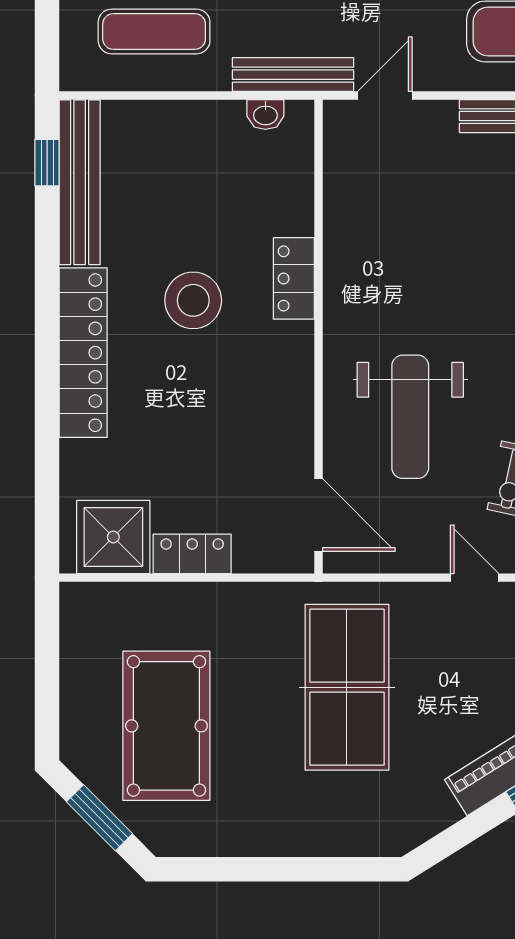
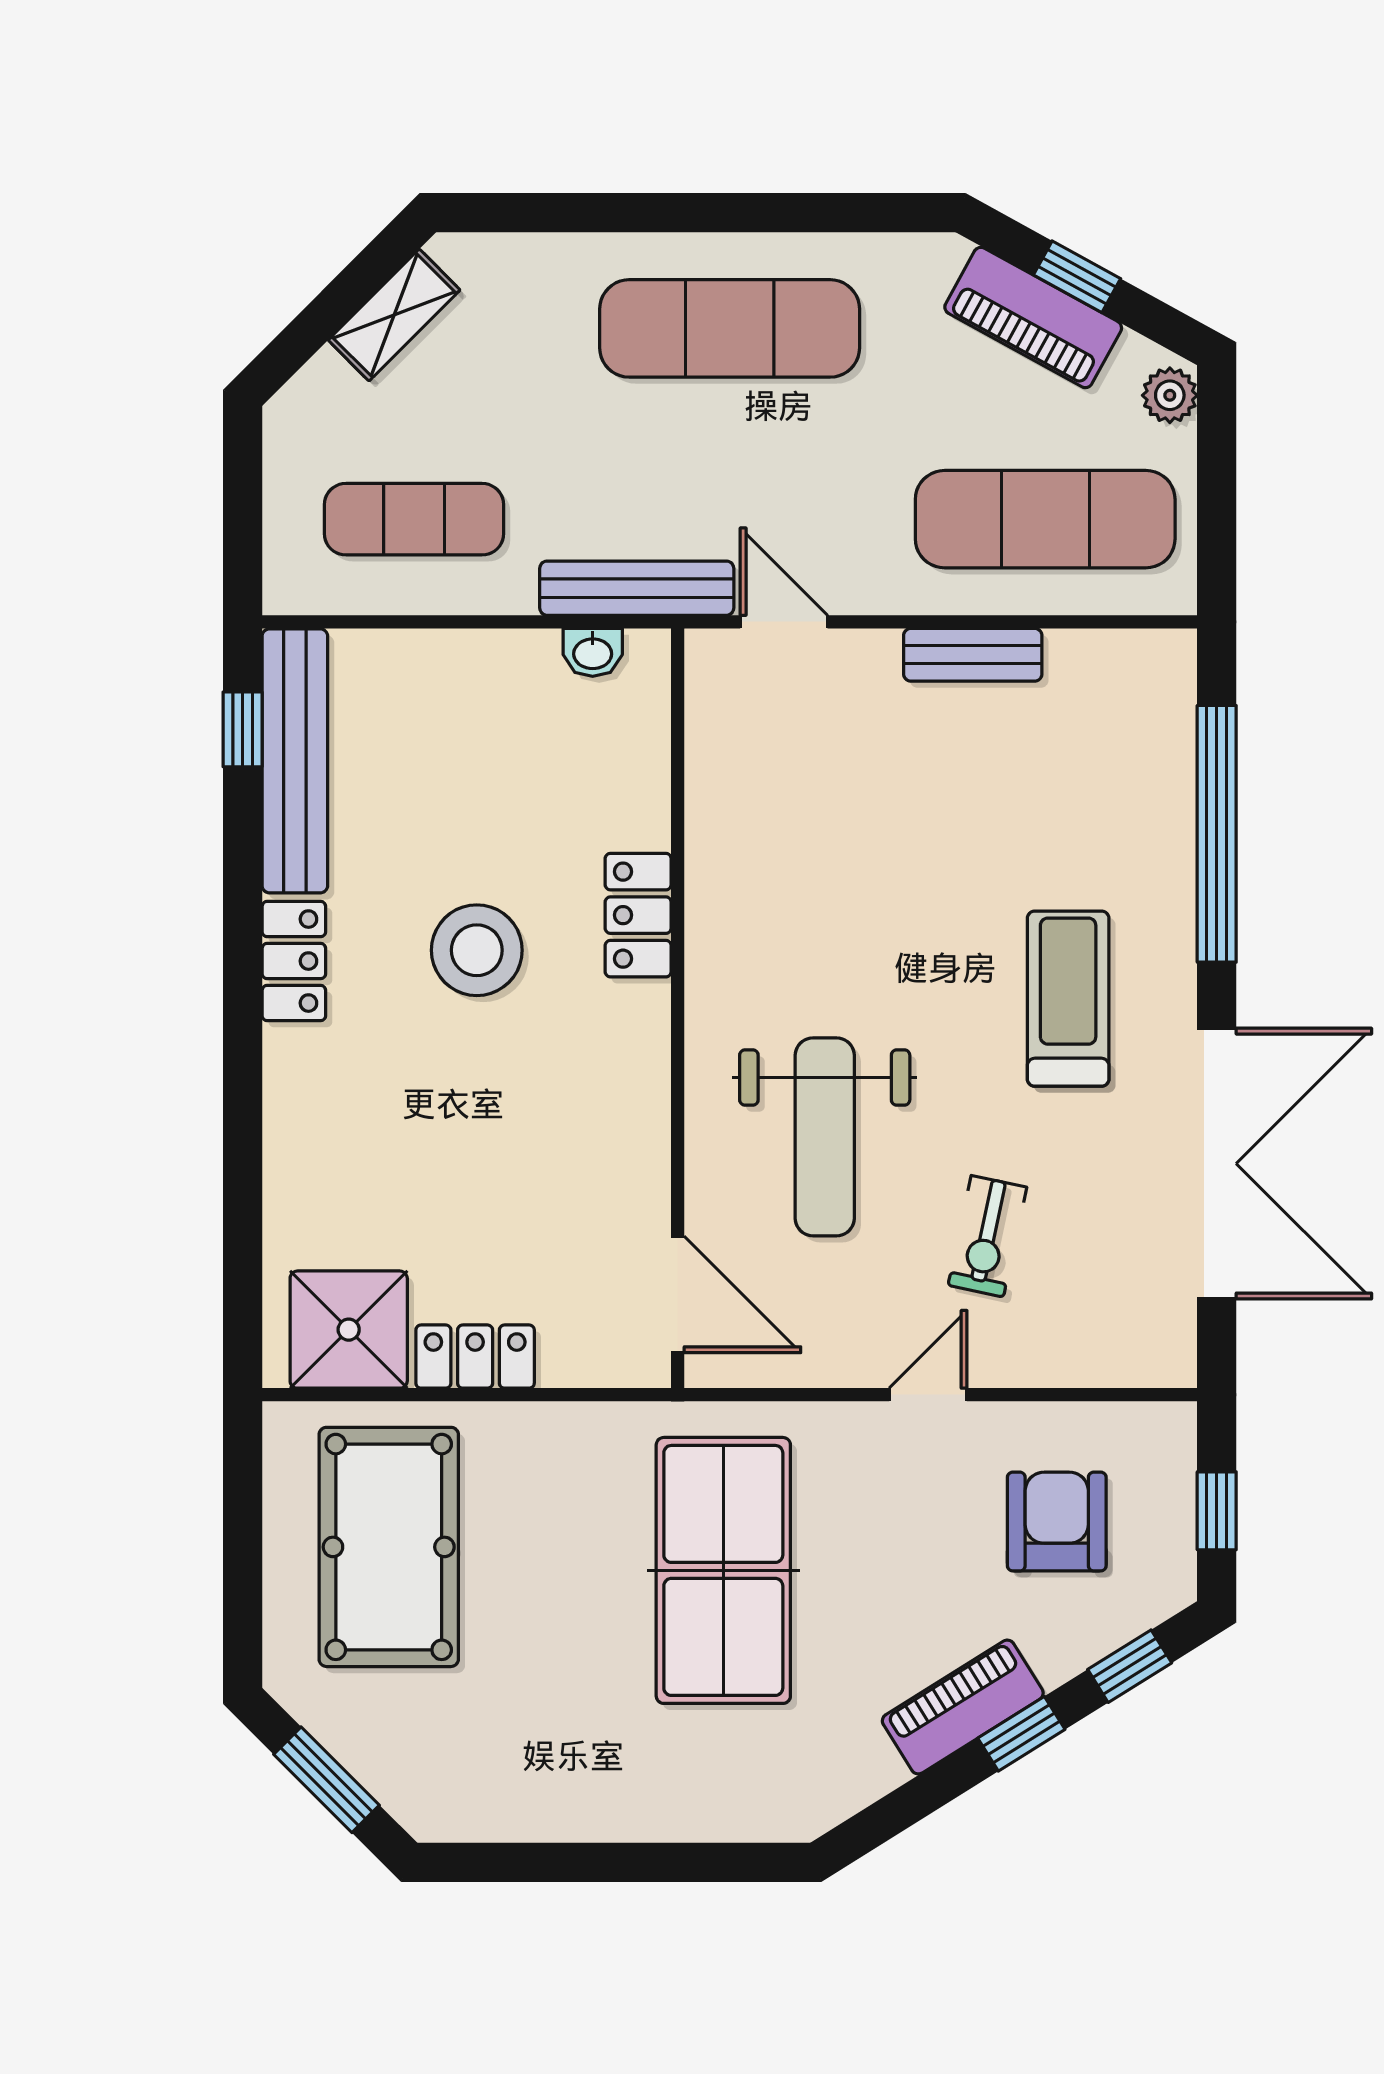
door: (385, 96) -> (784, 622), hinge flipped
locker: (83, 353) -> (294, 961), width x0.46, depth x0.83
door: (475, 578) -> (928, 1395), hinge flipped
pool table: (166, 726) -> (389, 1547), moved

